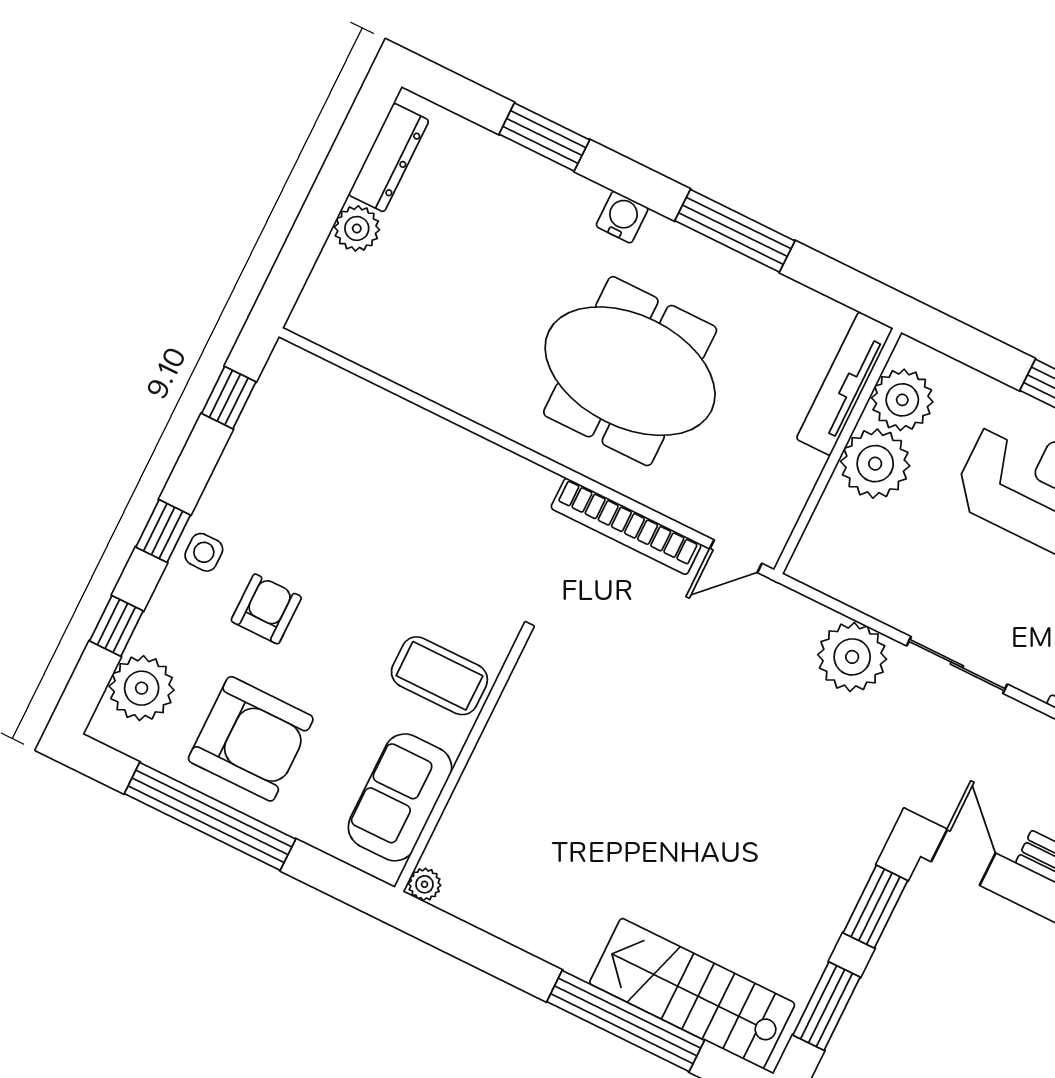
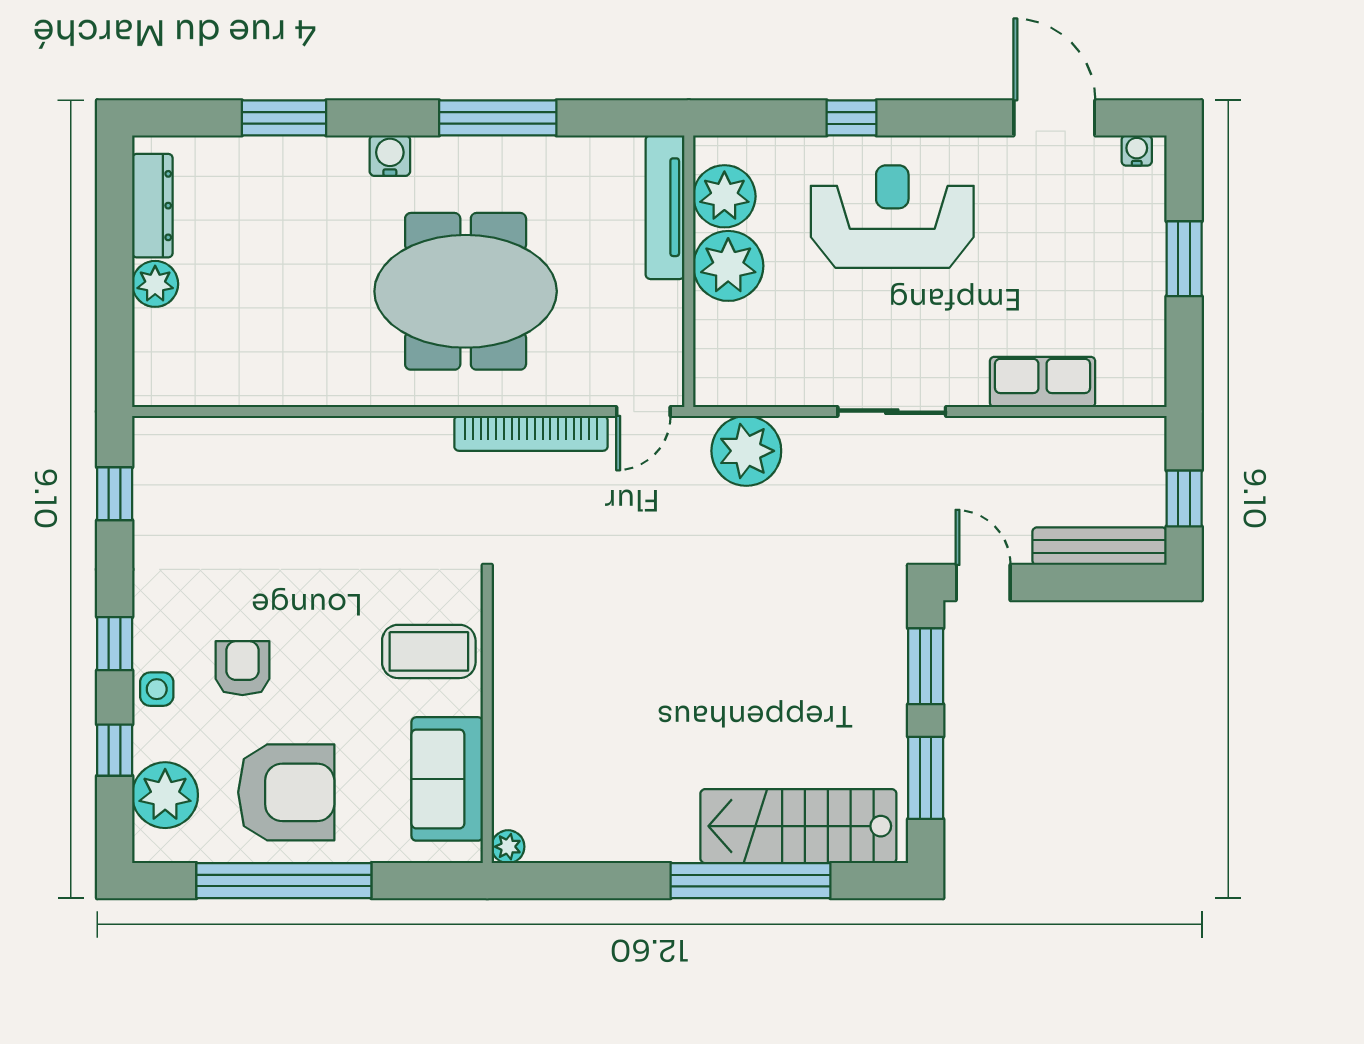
side table: (204, 552) -> (157, 689), moved
plant: (852, 657) -> (746, 451), moved

